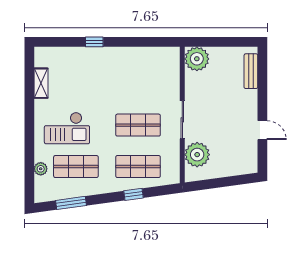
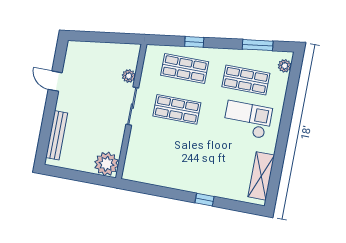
bench: (251, 71) -> (57, 135), width x1.36
shelving: (41, 83) -> (261, 176), width x1.50, depth x1.33
plant: (197, 155) -> (129, 76), width x0.53, depth x0.53
plant: (41, 169) -> (285, 66), moved

